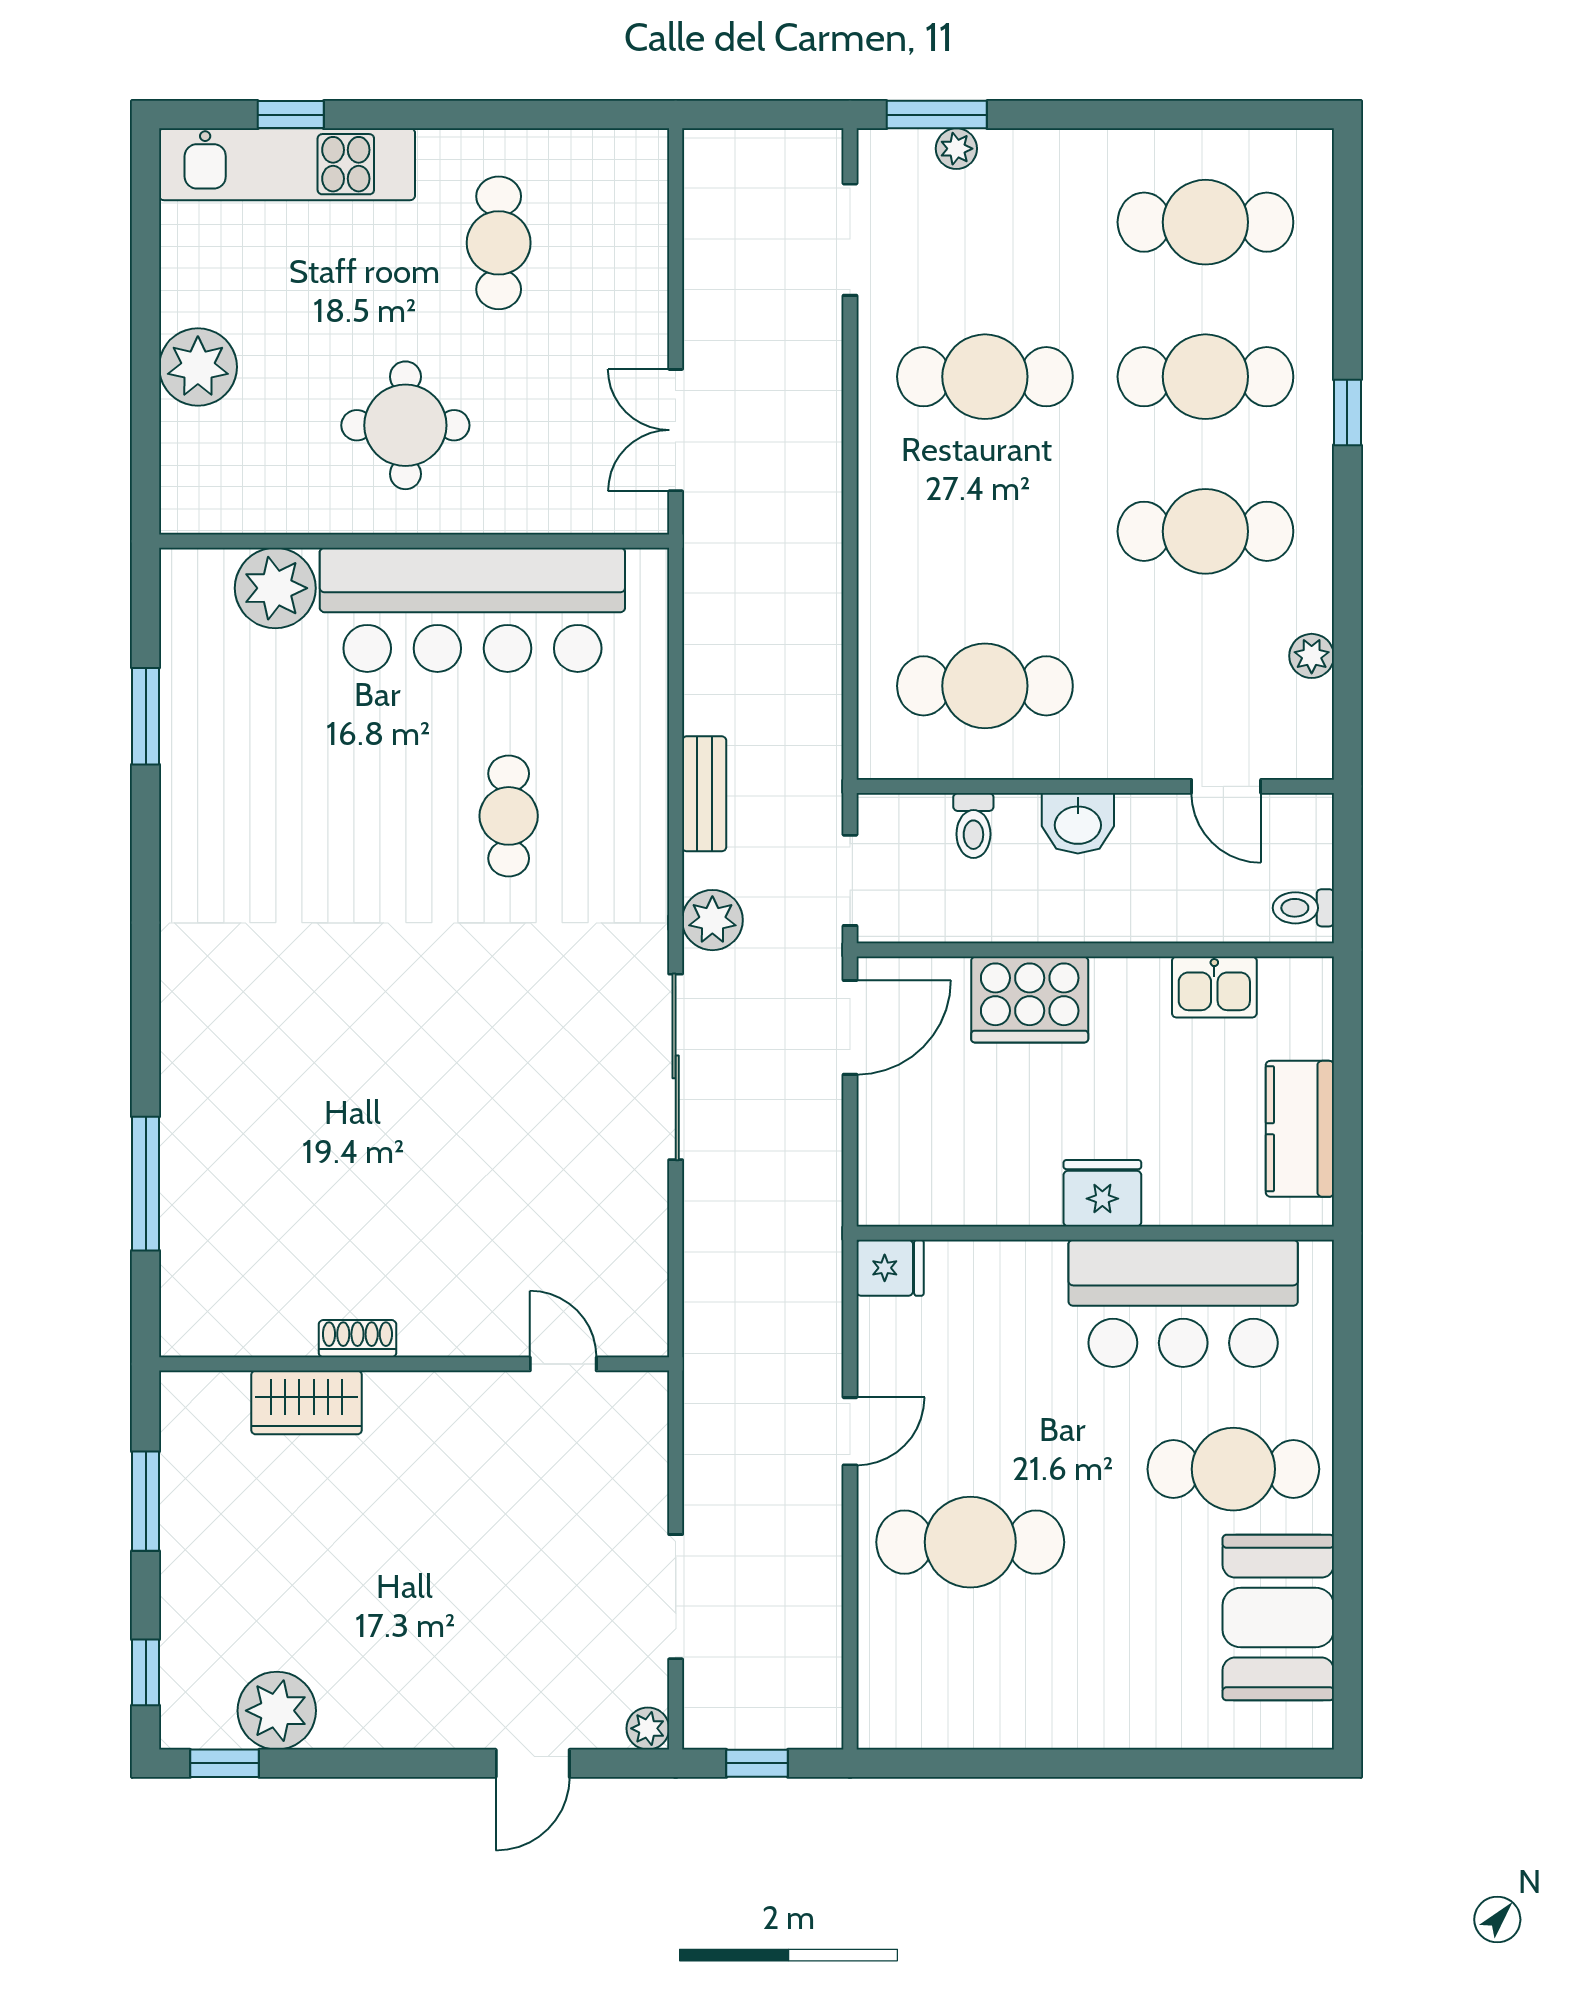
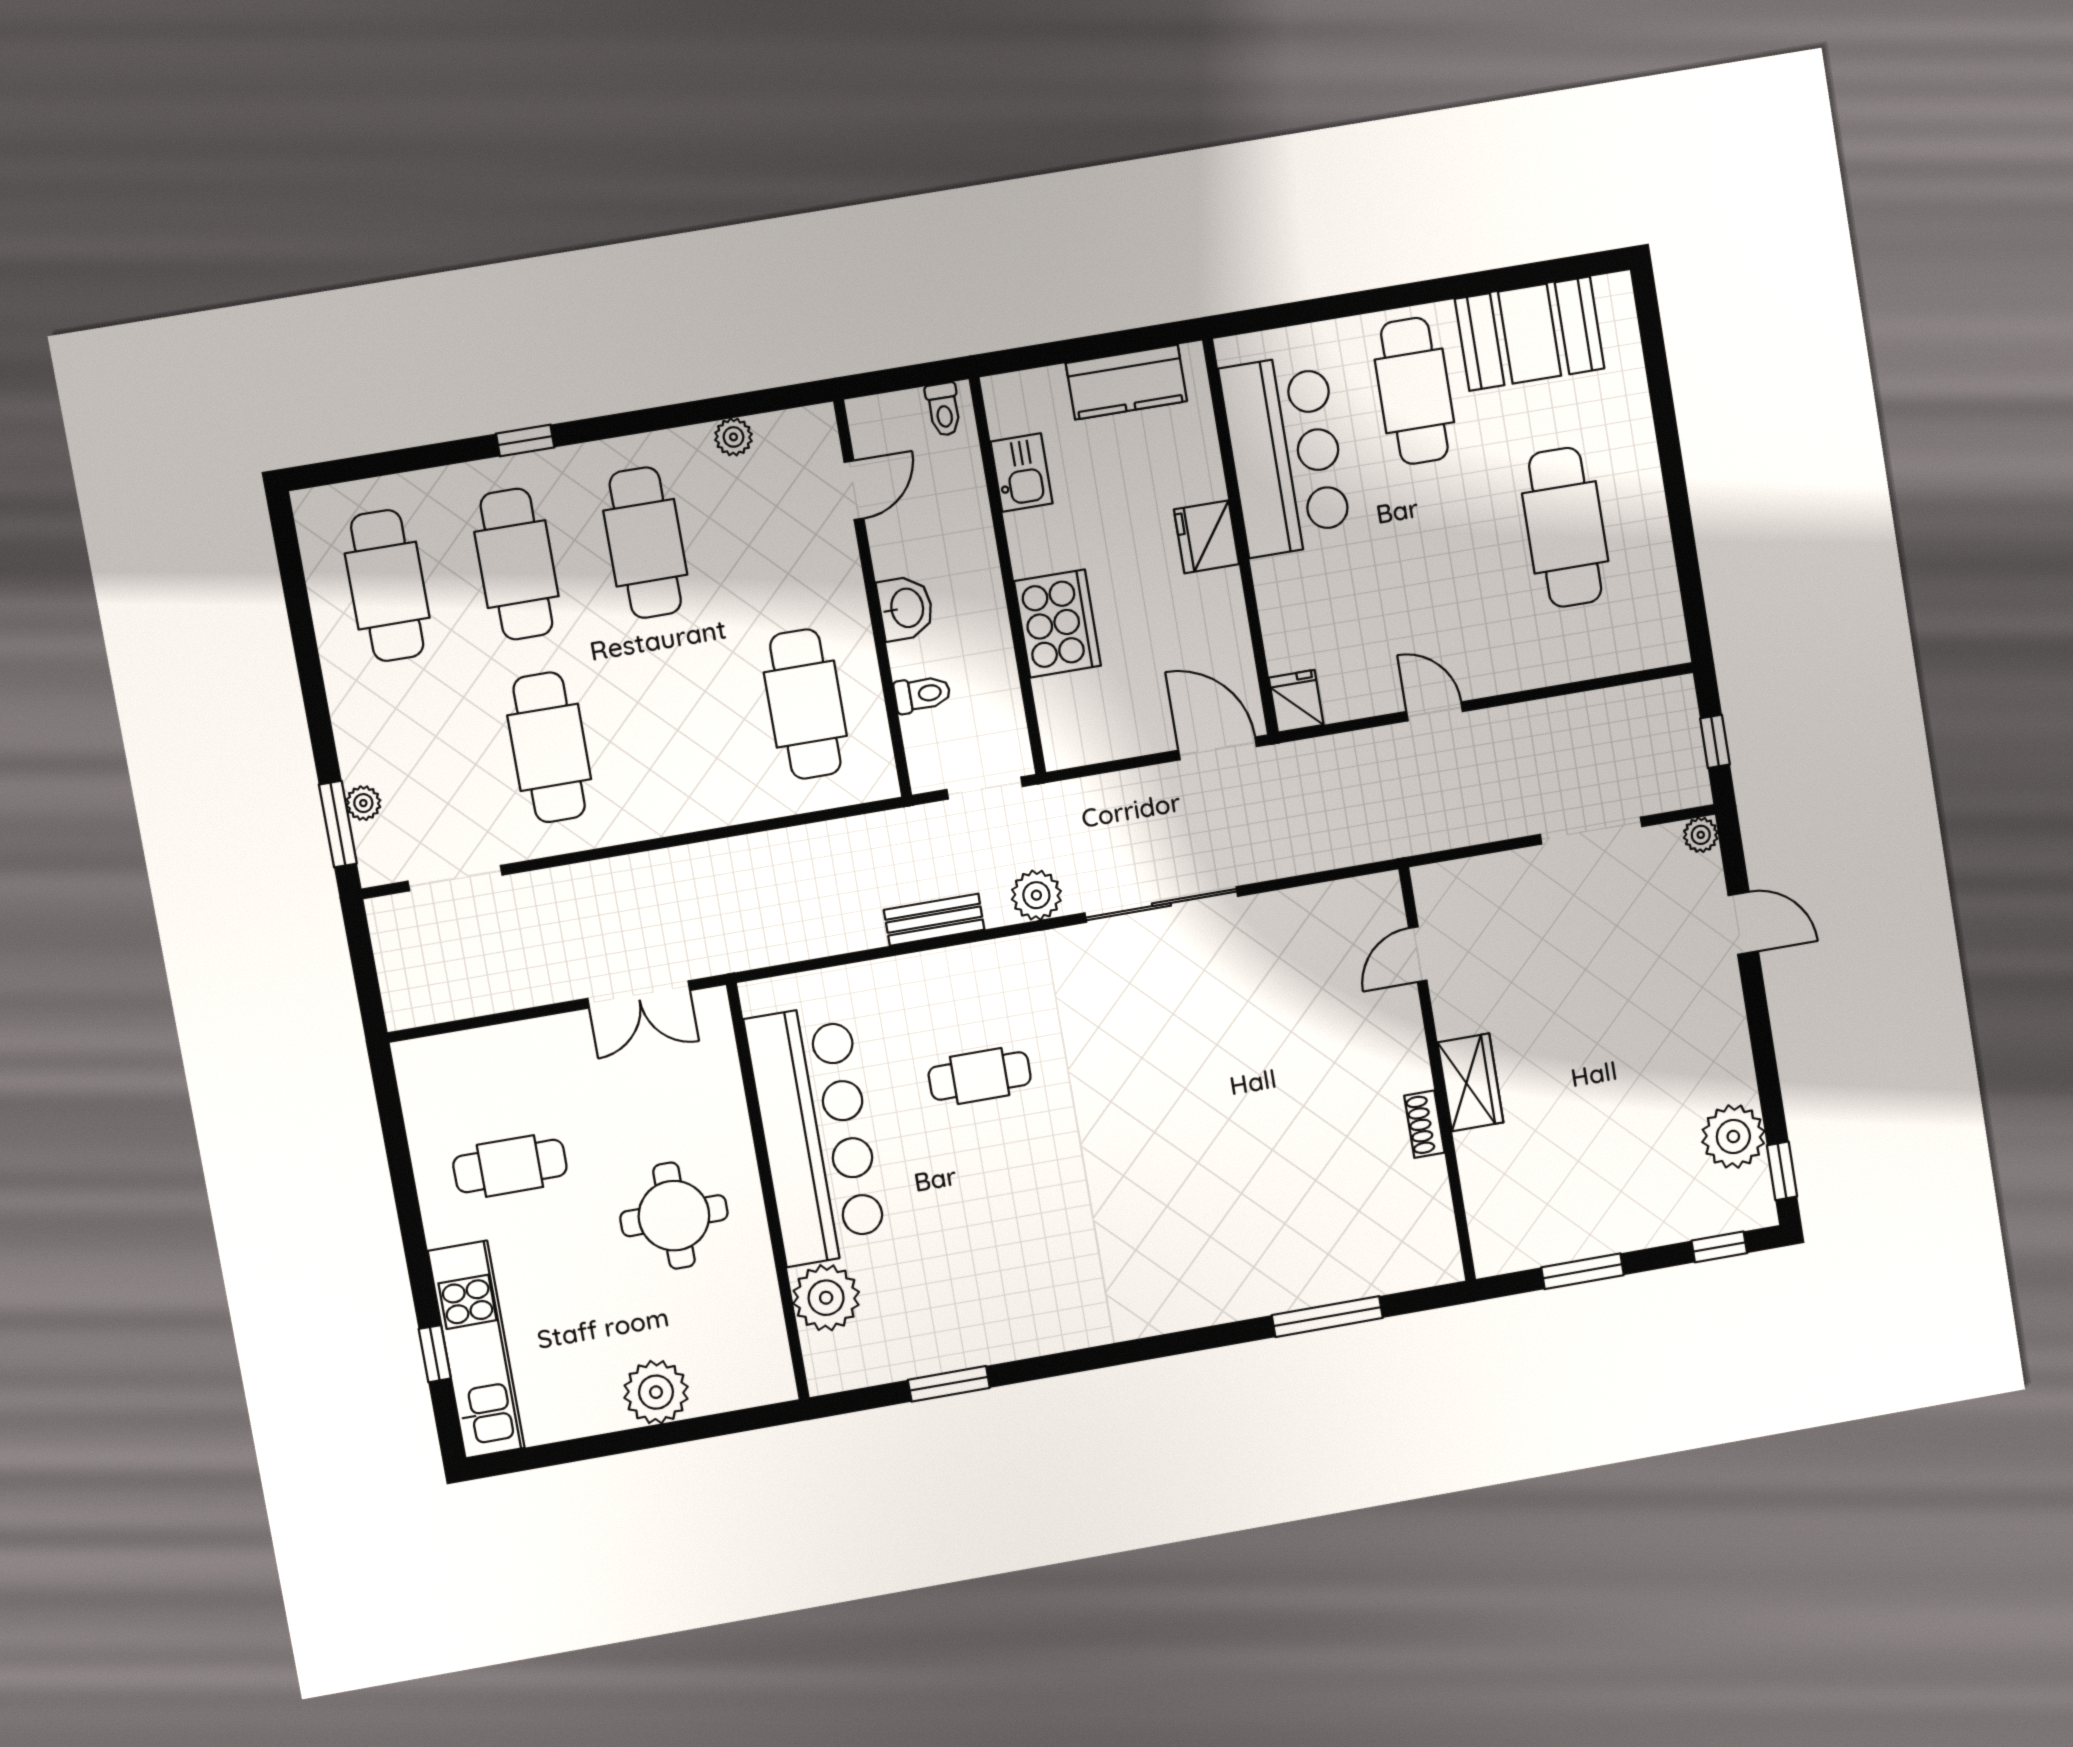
door: (850, 1027) -> (1218, 748), moved
wardrobe: (306, 1402) -> (1470, 1082), moved
cafe table: (970, 1542) -> (1565, 527), moved

